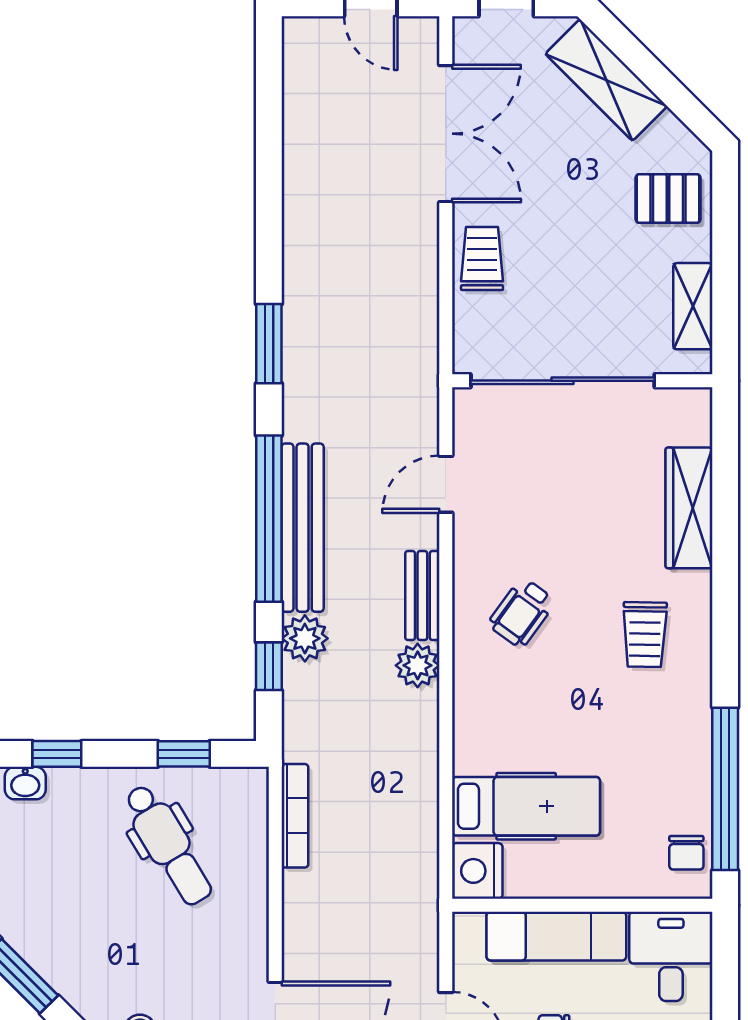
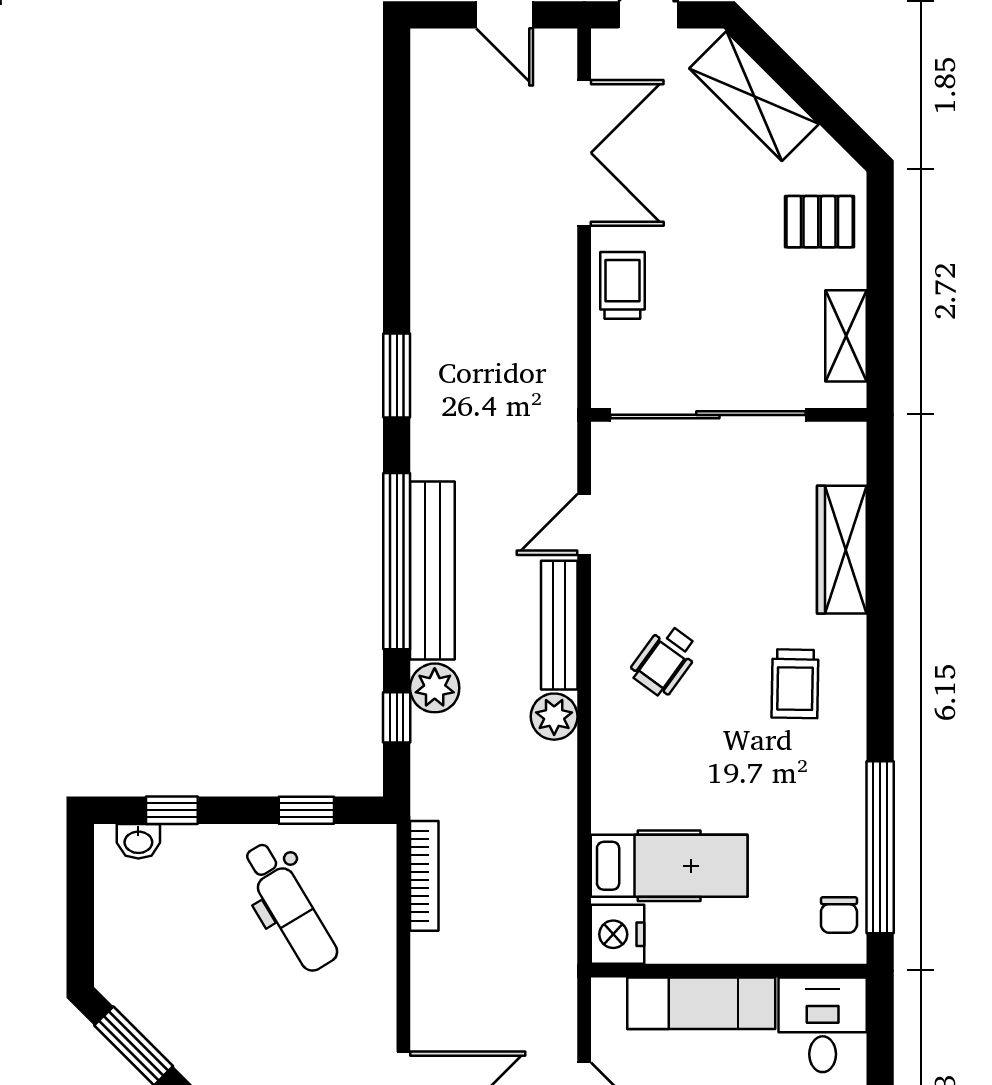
bench: (422, 595) -> (559, 625), width x1.36

